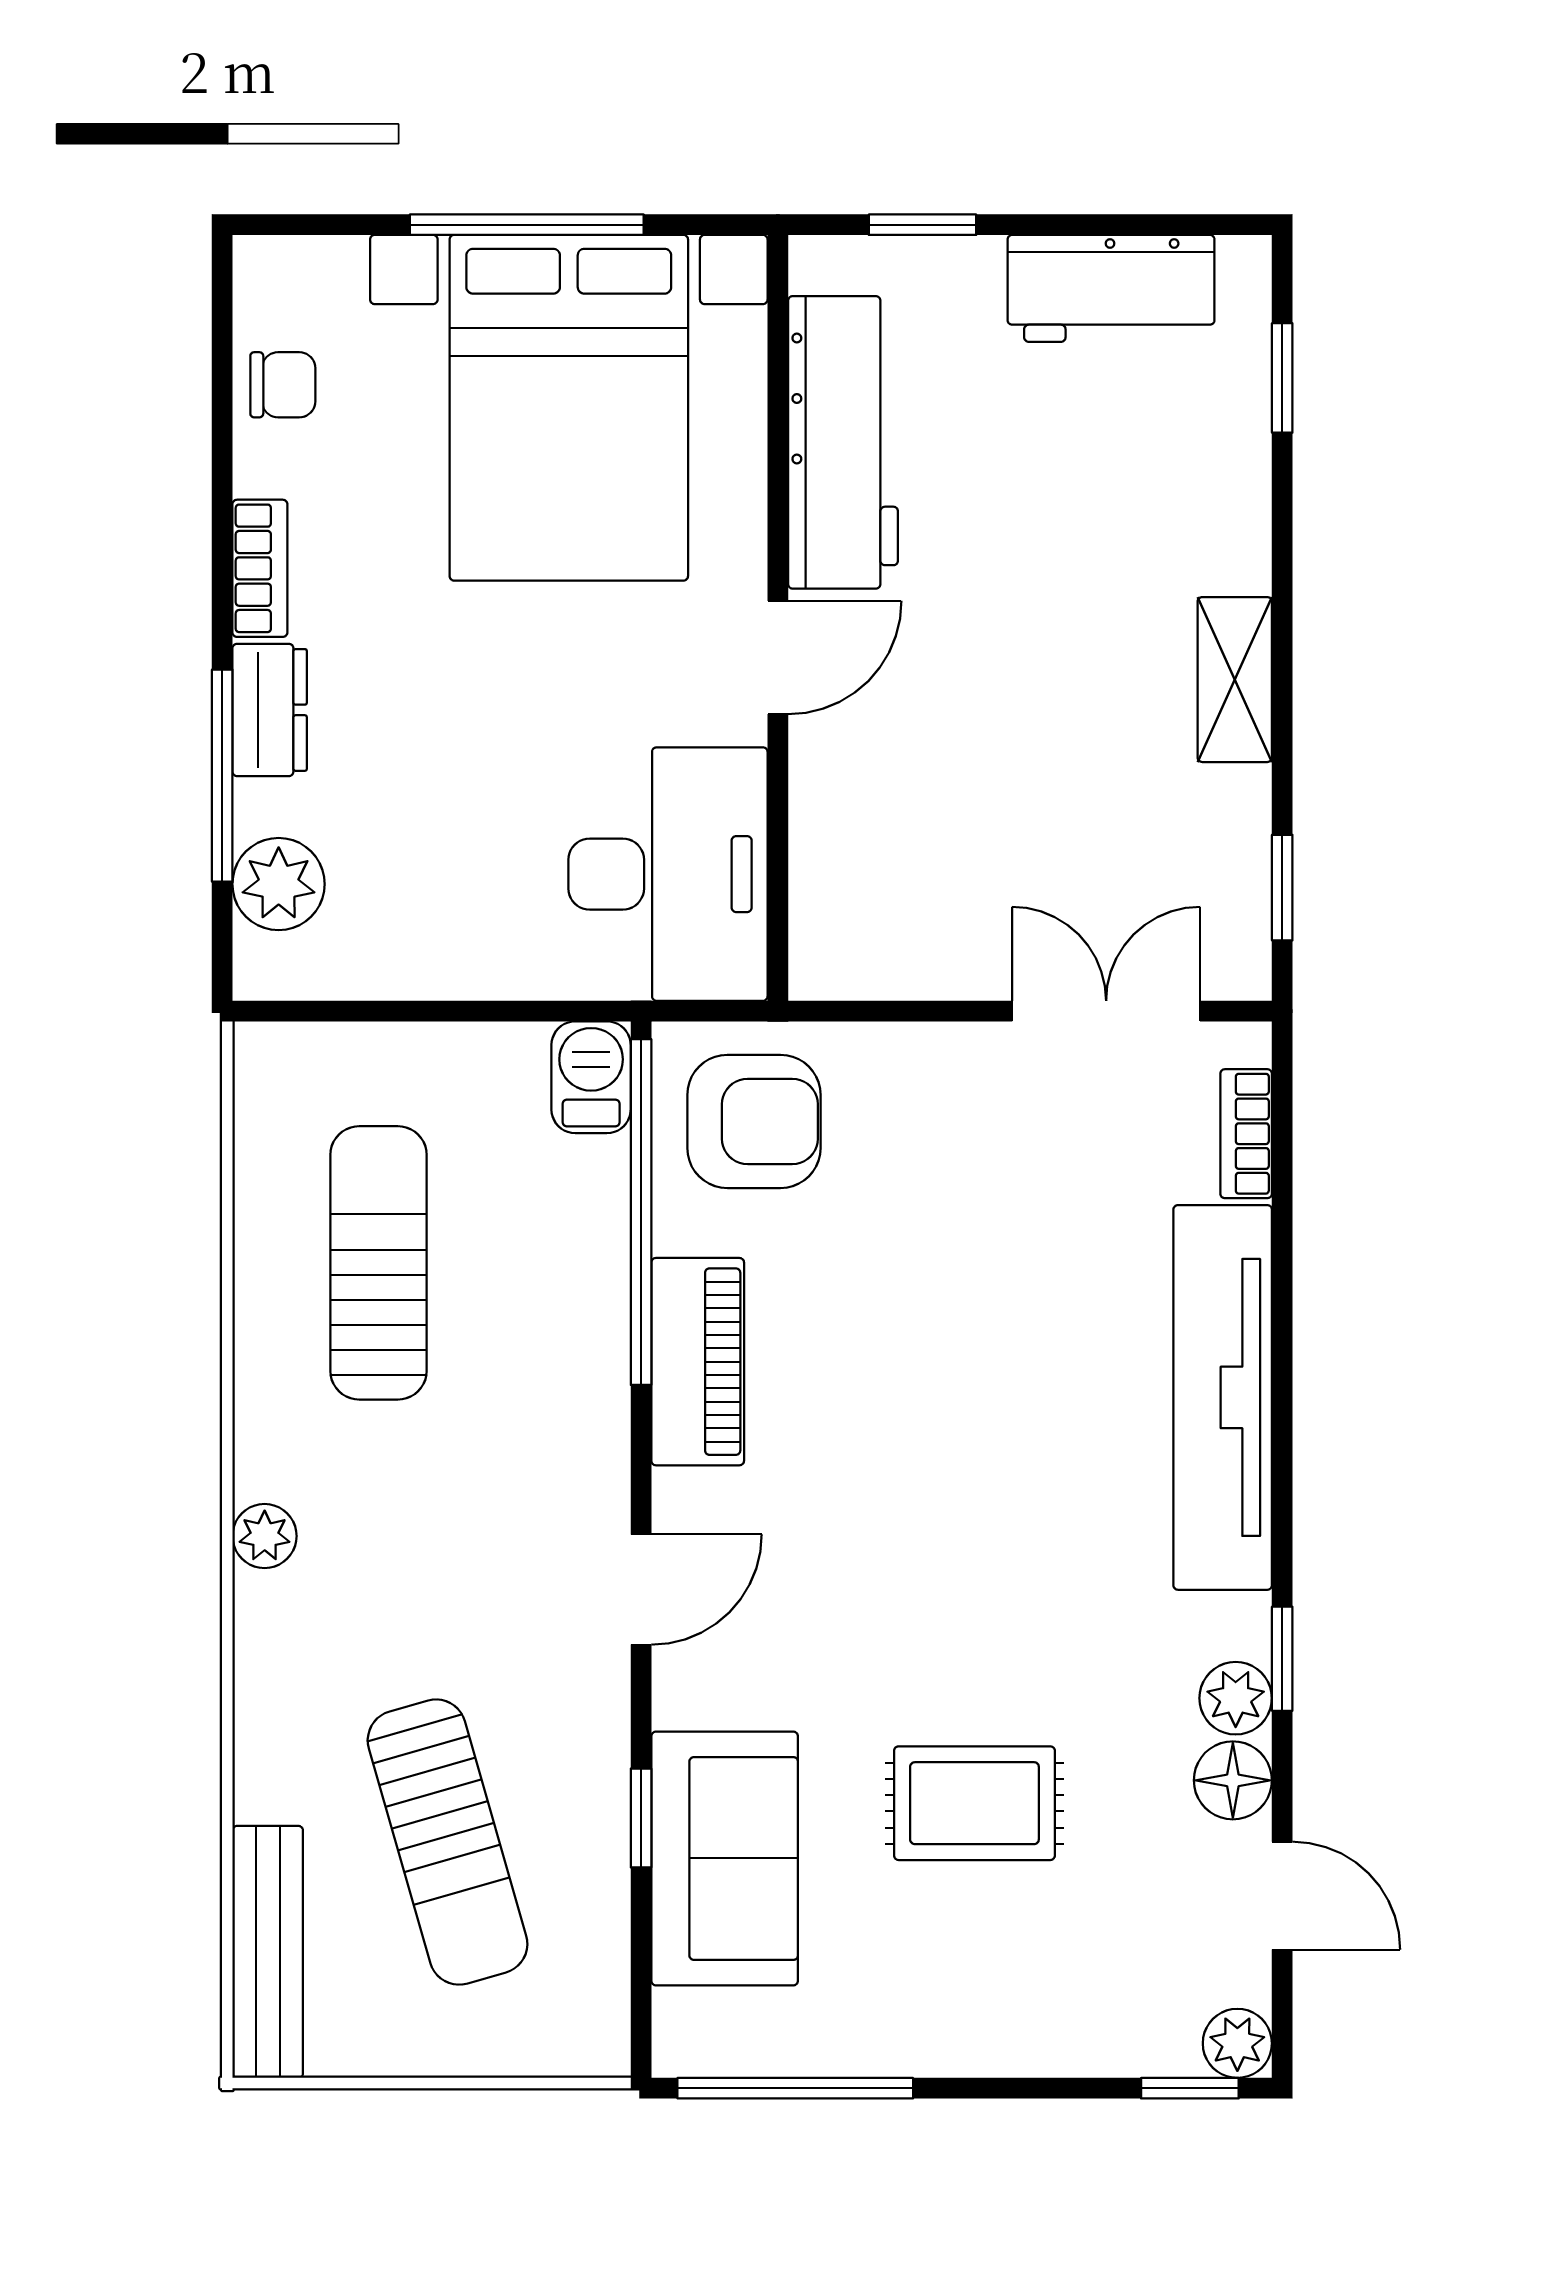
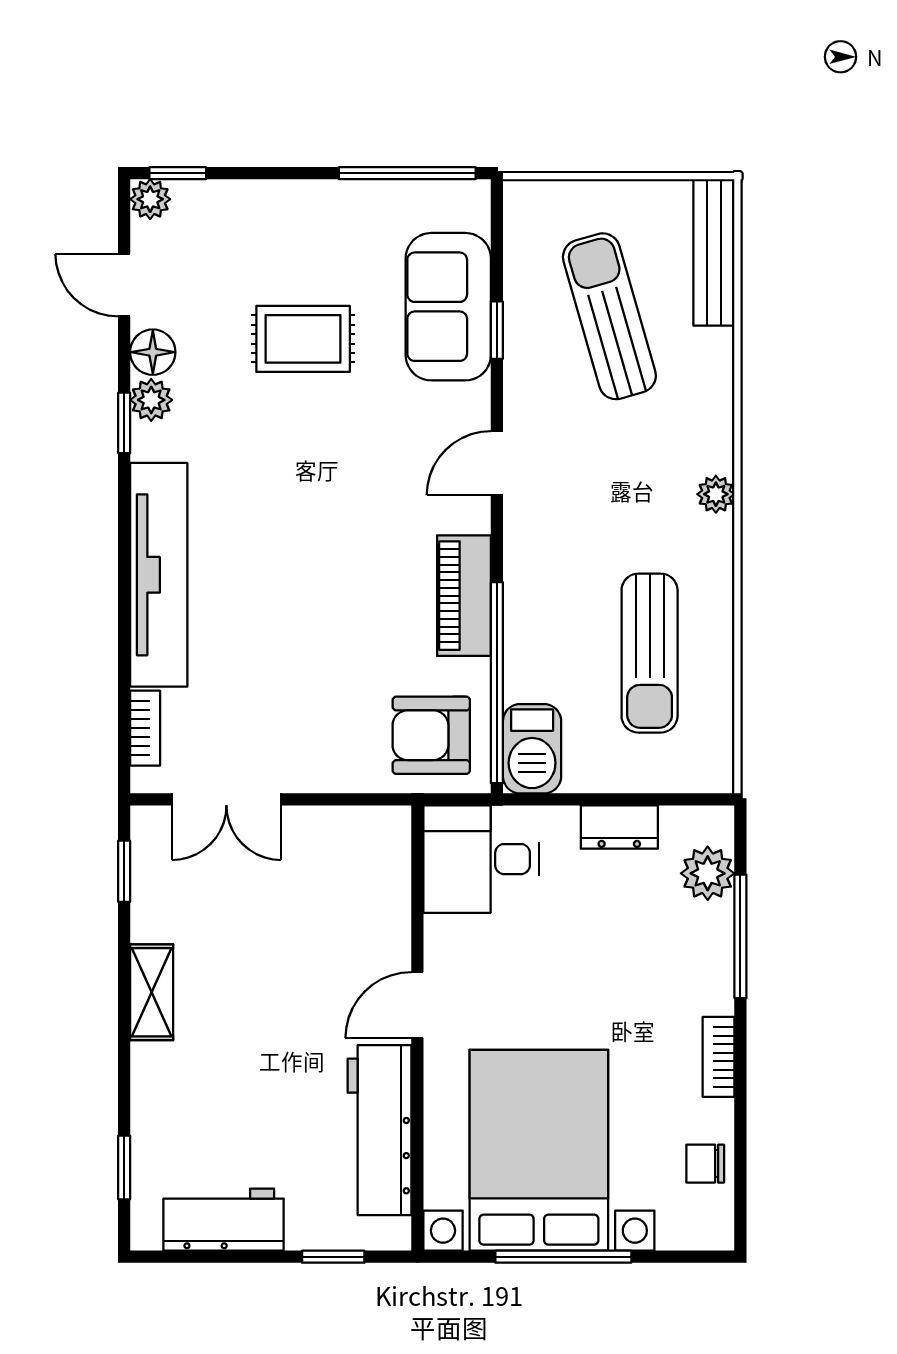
dresser: (270, 710) -> (619, 827), moved, turned -90
desk: (668, 874) -> (481, 859), width x0.73
barbecue: (591, 1077) -> (532, 749), width x1.38, depth x1.27

